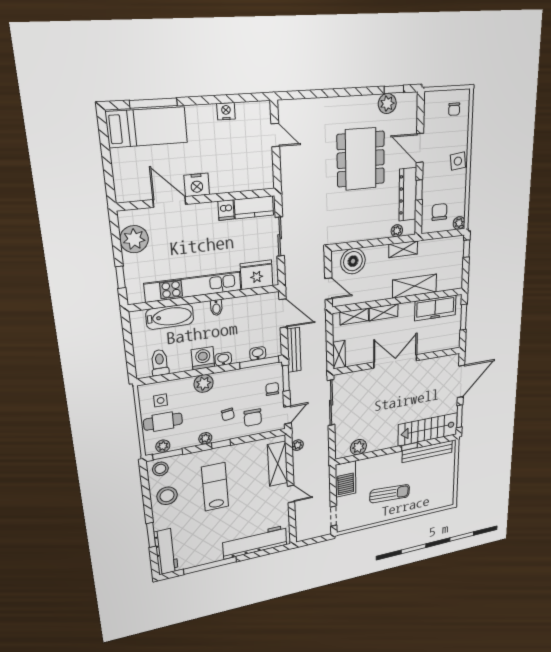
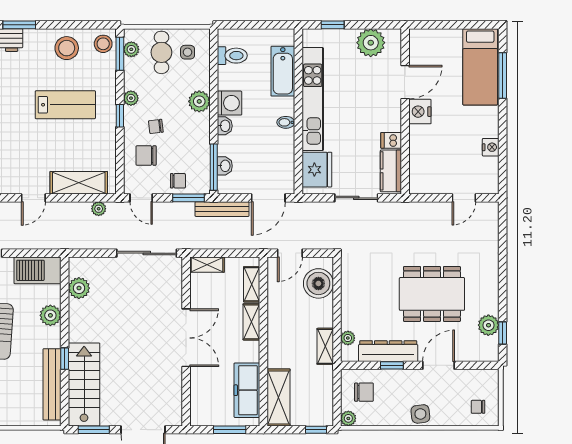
shelving: (415, 286) -> (279, 397), moved
plant: (378, 463) -> (50, 315), added

